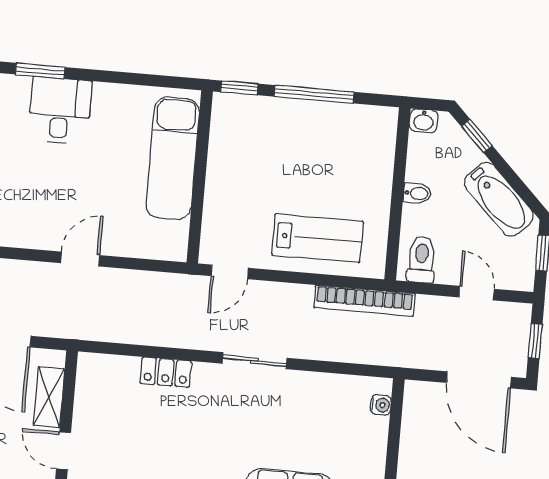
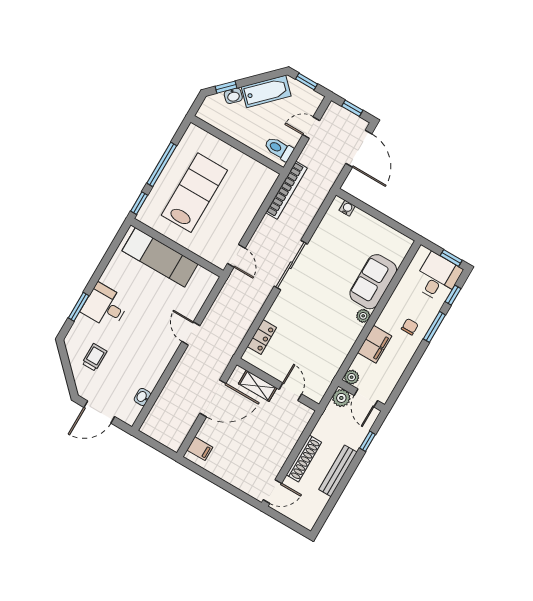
washbasin: (424, 121) -> (233, 96), moved, turned 45
bidet: (417, 193) -> (242, 134), removed
lab bench: (317, 238) -> (194, 193), moved, width x1.36, depth x1.39
sliding door: (255, 361) -> (291, 265), width x1.37
locker: (166, 372) -> (262, 337), moved
door: (479, 380) -> (359, 149), hinge flipped
door: (63, 451) -> (290, 392), swing flipped

